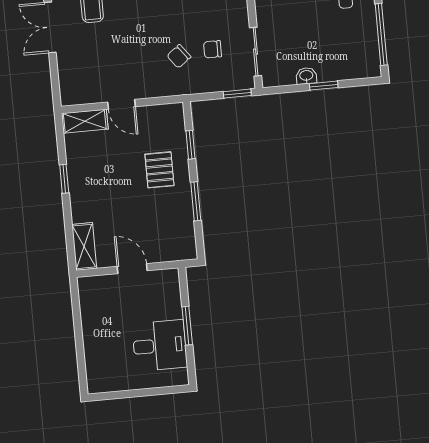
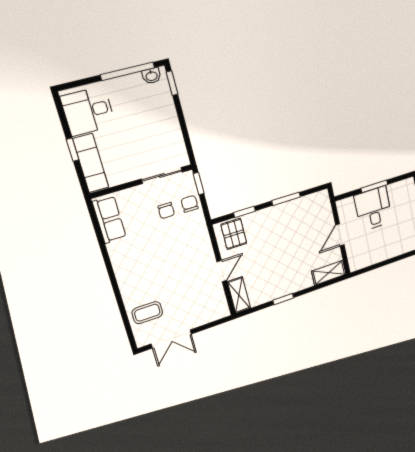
chair: (179, 56) -> (190, 204), moved, turned -143
washbasin: (306, 76) -> (152, 76), moved, turned -90
window: (324, 86) -> (172, 83), moved
pallet: (159, 170) -> (234, 234), moved, turned 90
desk: (160, 346) -> (373, 209), moved

